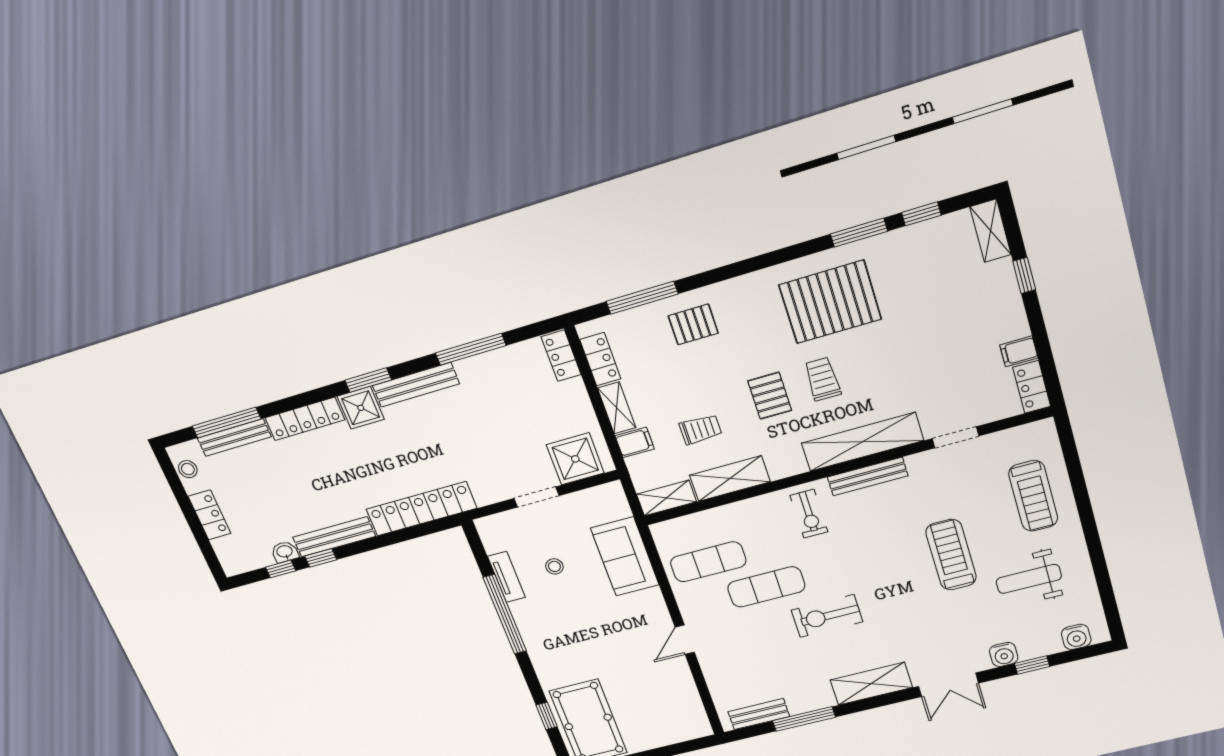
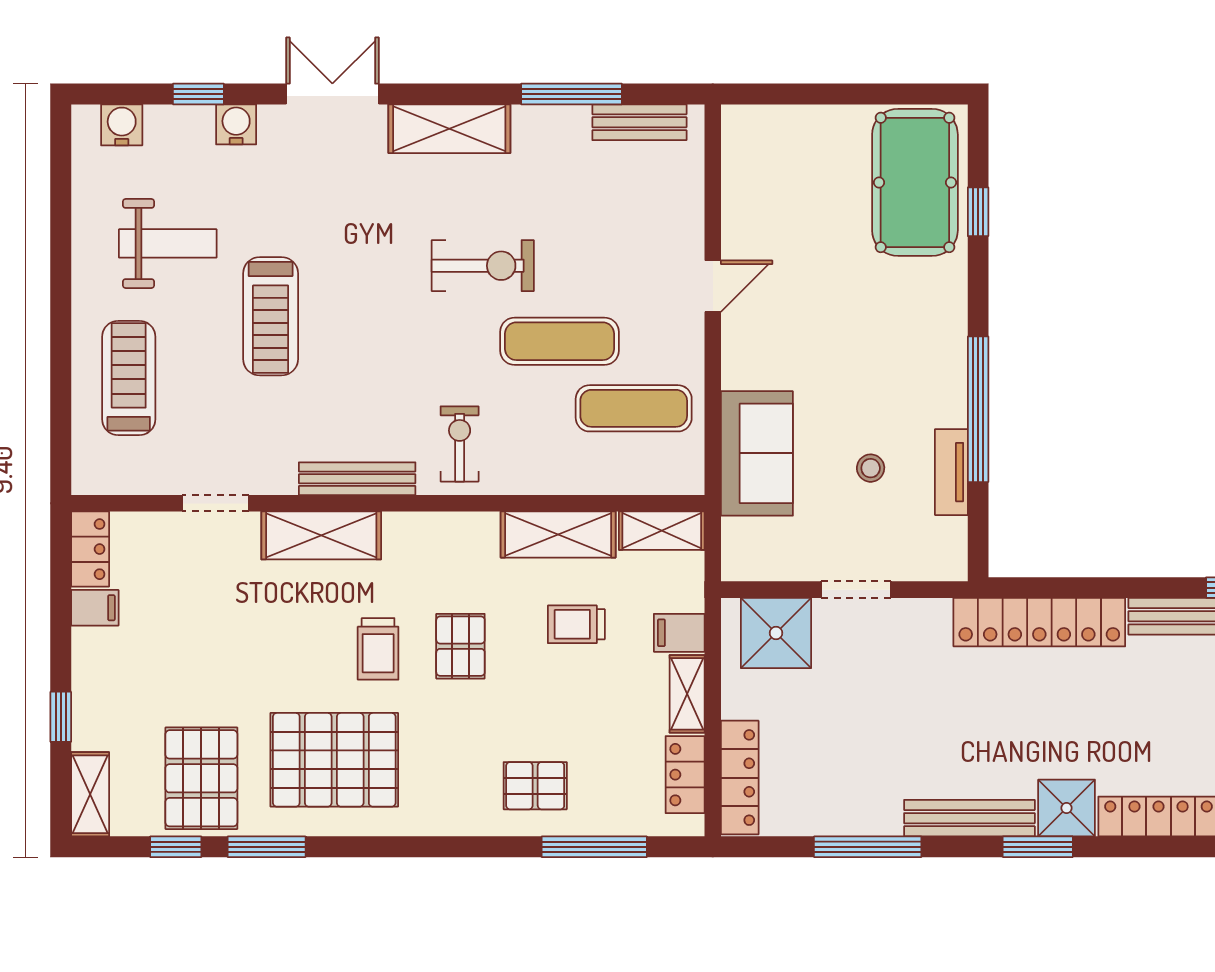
pallet: (916, 264) -> (201, 778), added
locker: (561, 356) -> (740, 778), width x1.53
shelving: (862, 442) -> (321, 535), width x0.68

